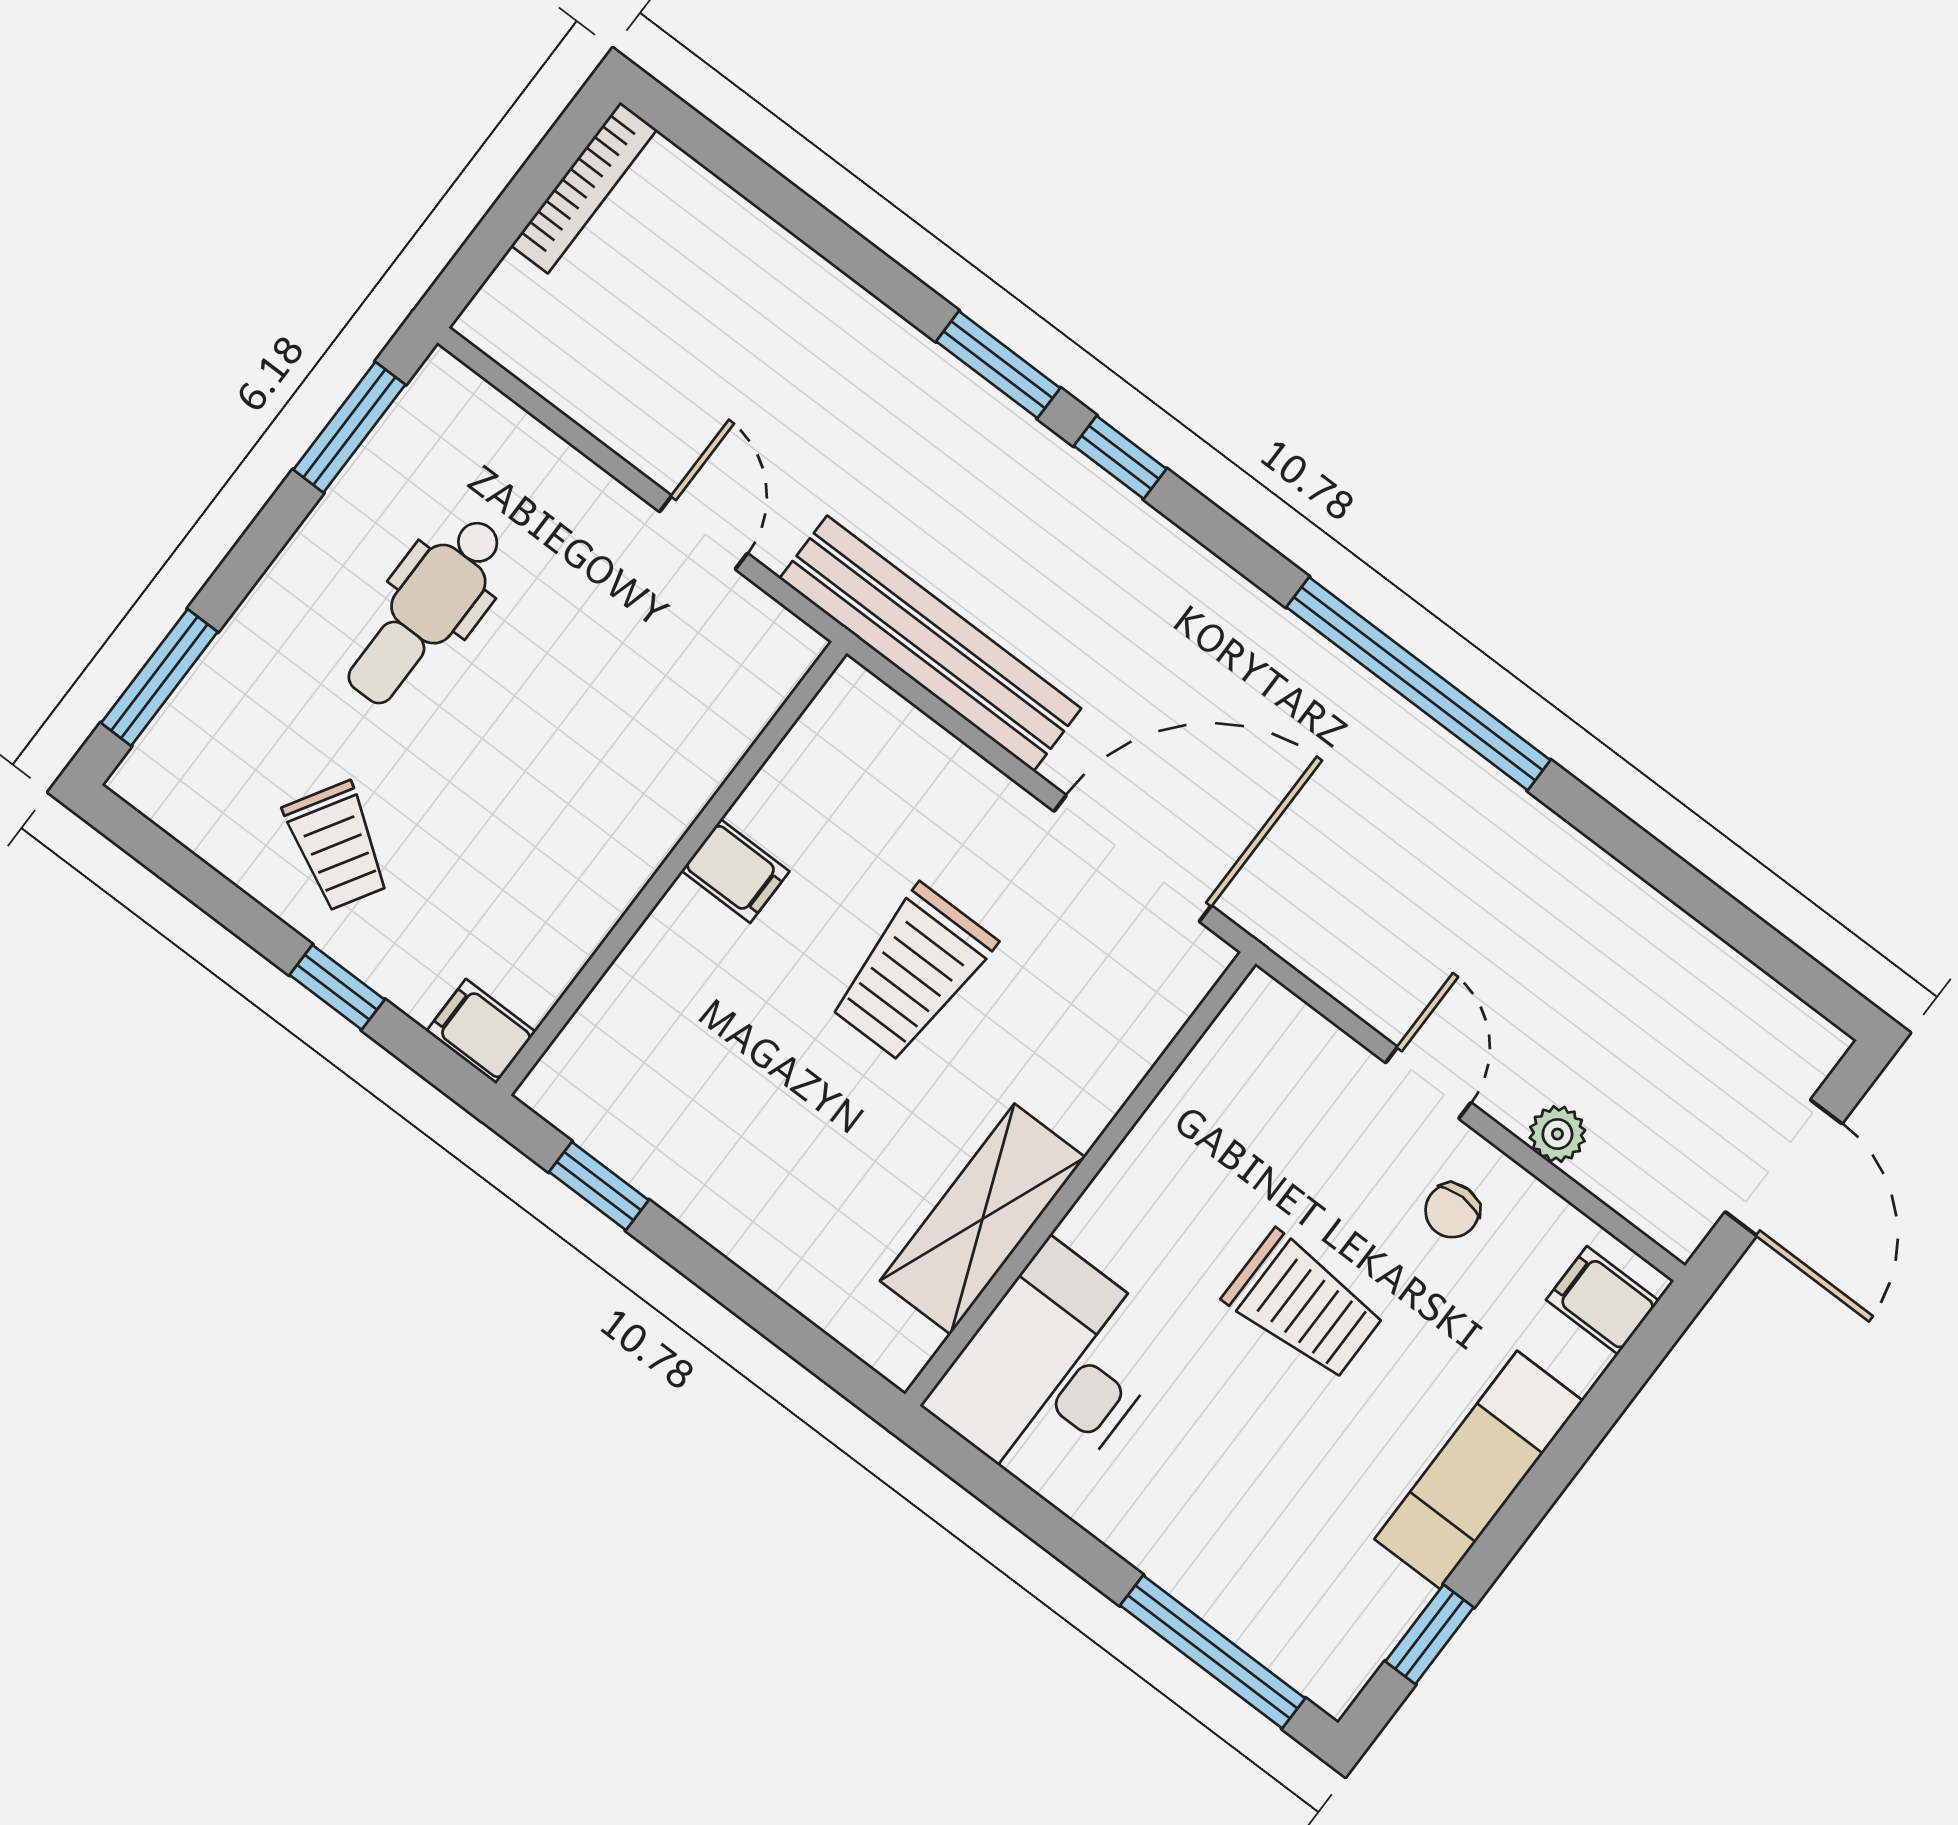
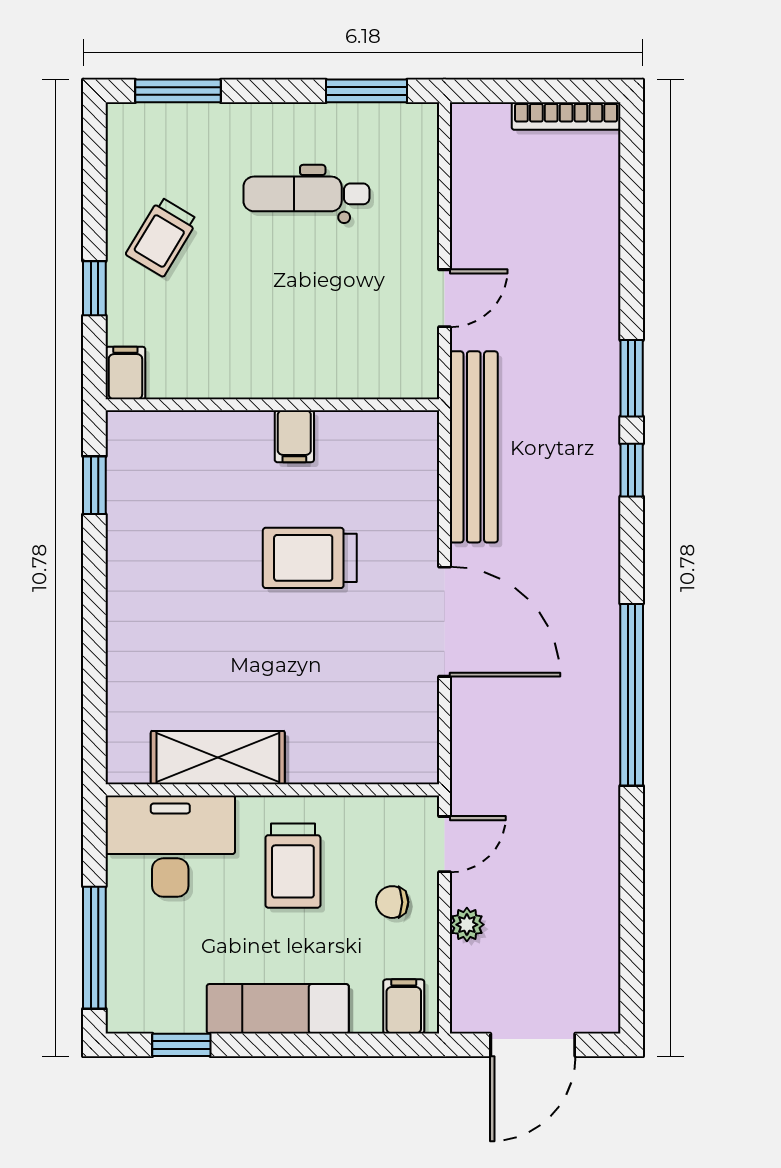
wall: (1080, 1179) -> (272, 790), moved
shelving: (983, 1219) -> (218, 758), moved
desk: (1052, 1371) -> (170, 846), moved

